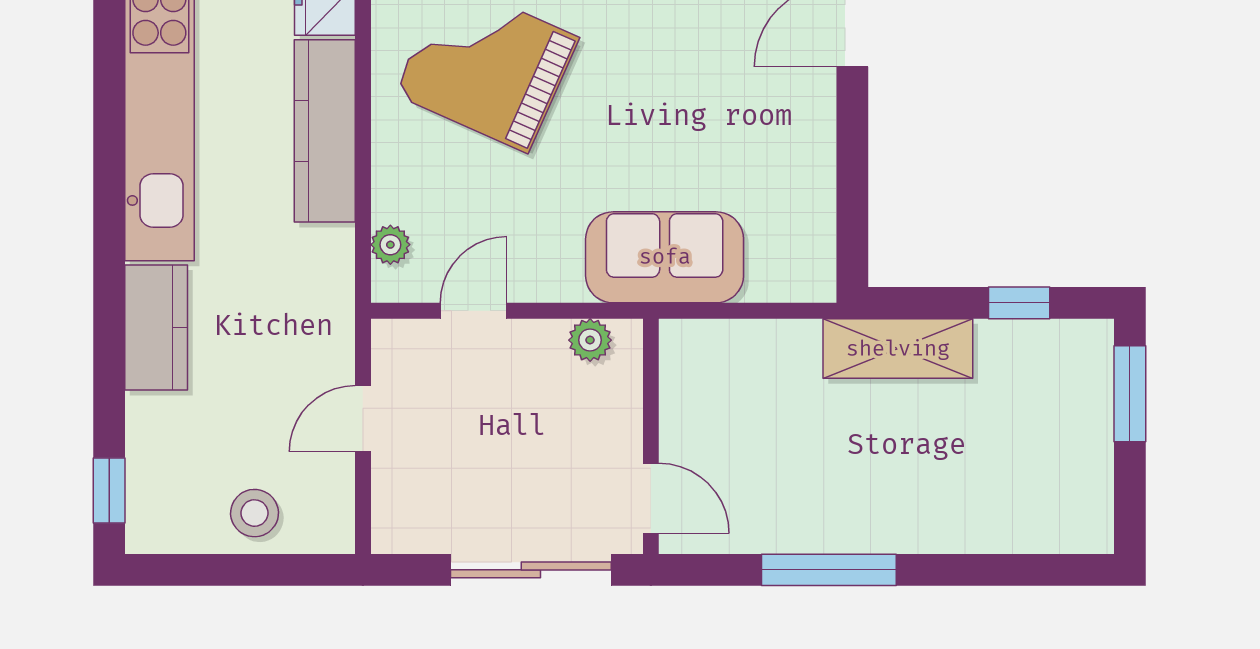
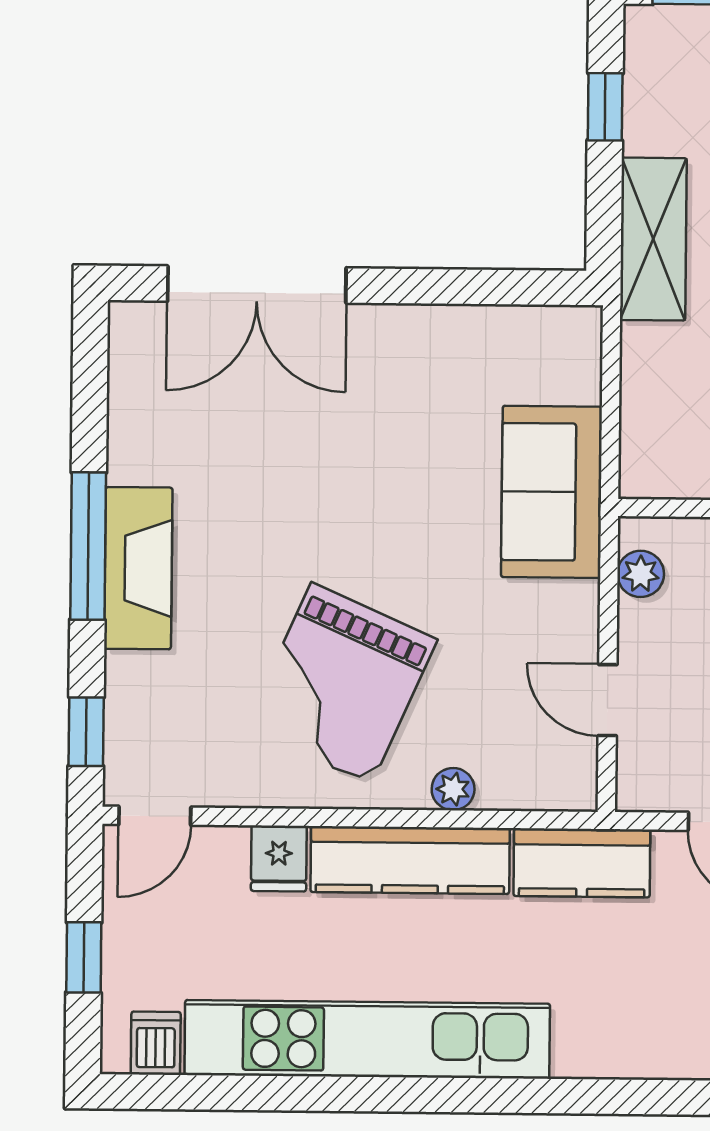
plant: (390, 245) -> (453, 789), moved
kitchen counter: (156, 328) -> (582, 863), moved, turned 180

